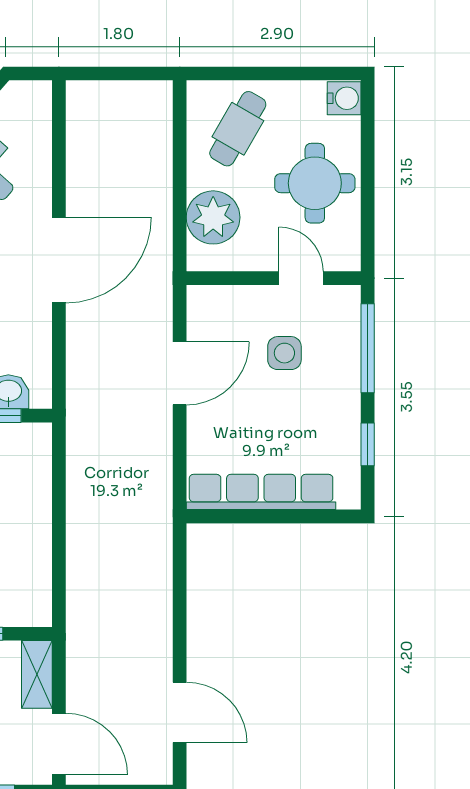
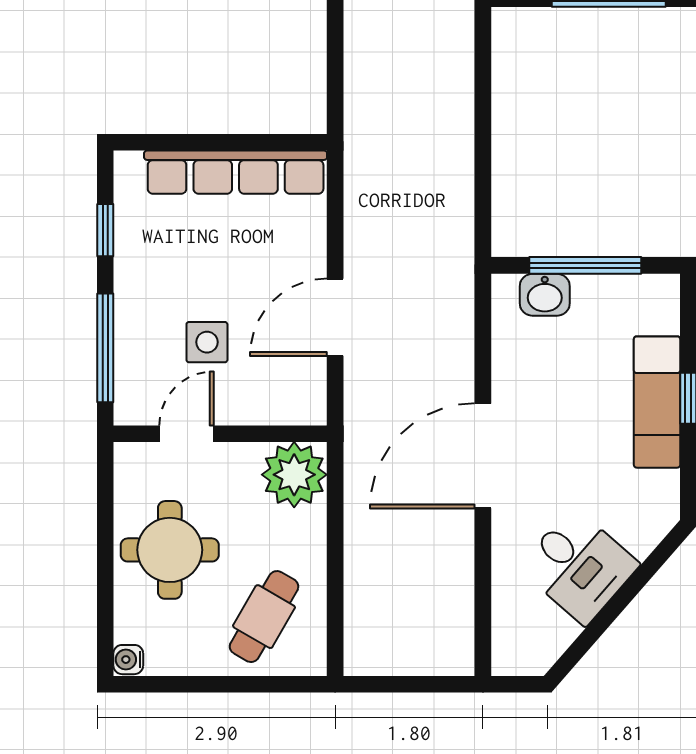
water cooler: (344, 98) -> (128, 660), width x0.72, depth x0.72
plant: (213, 217) -> (294, 475), moved
door: (301, 278) -> (187, 434), swing flipped

